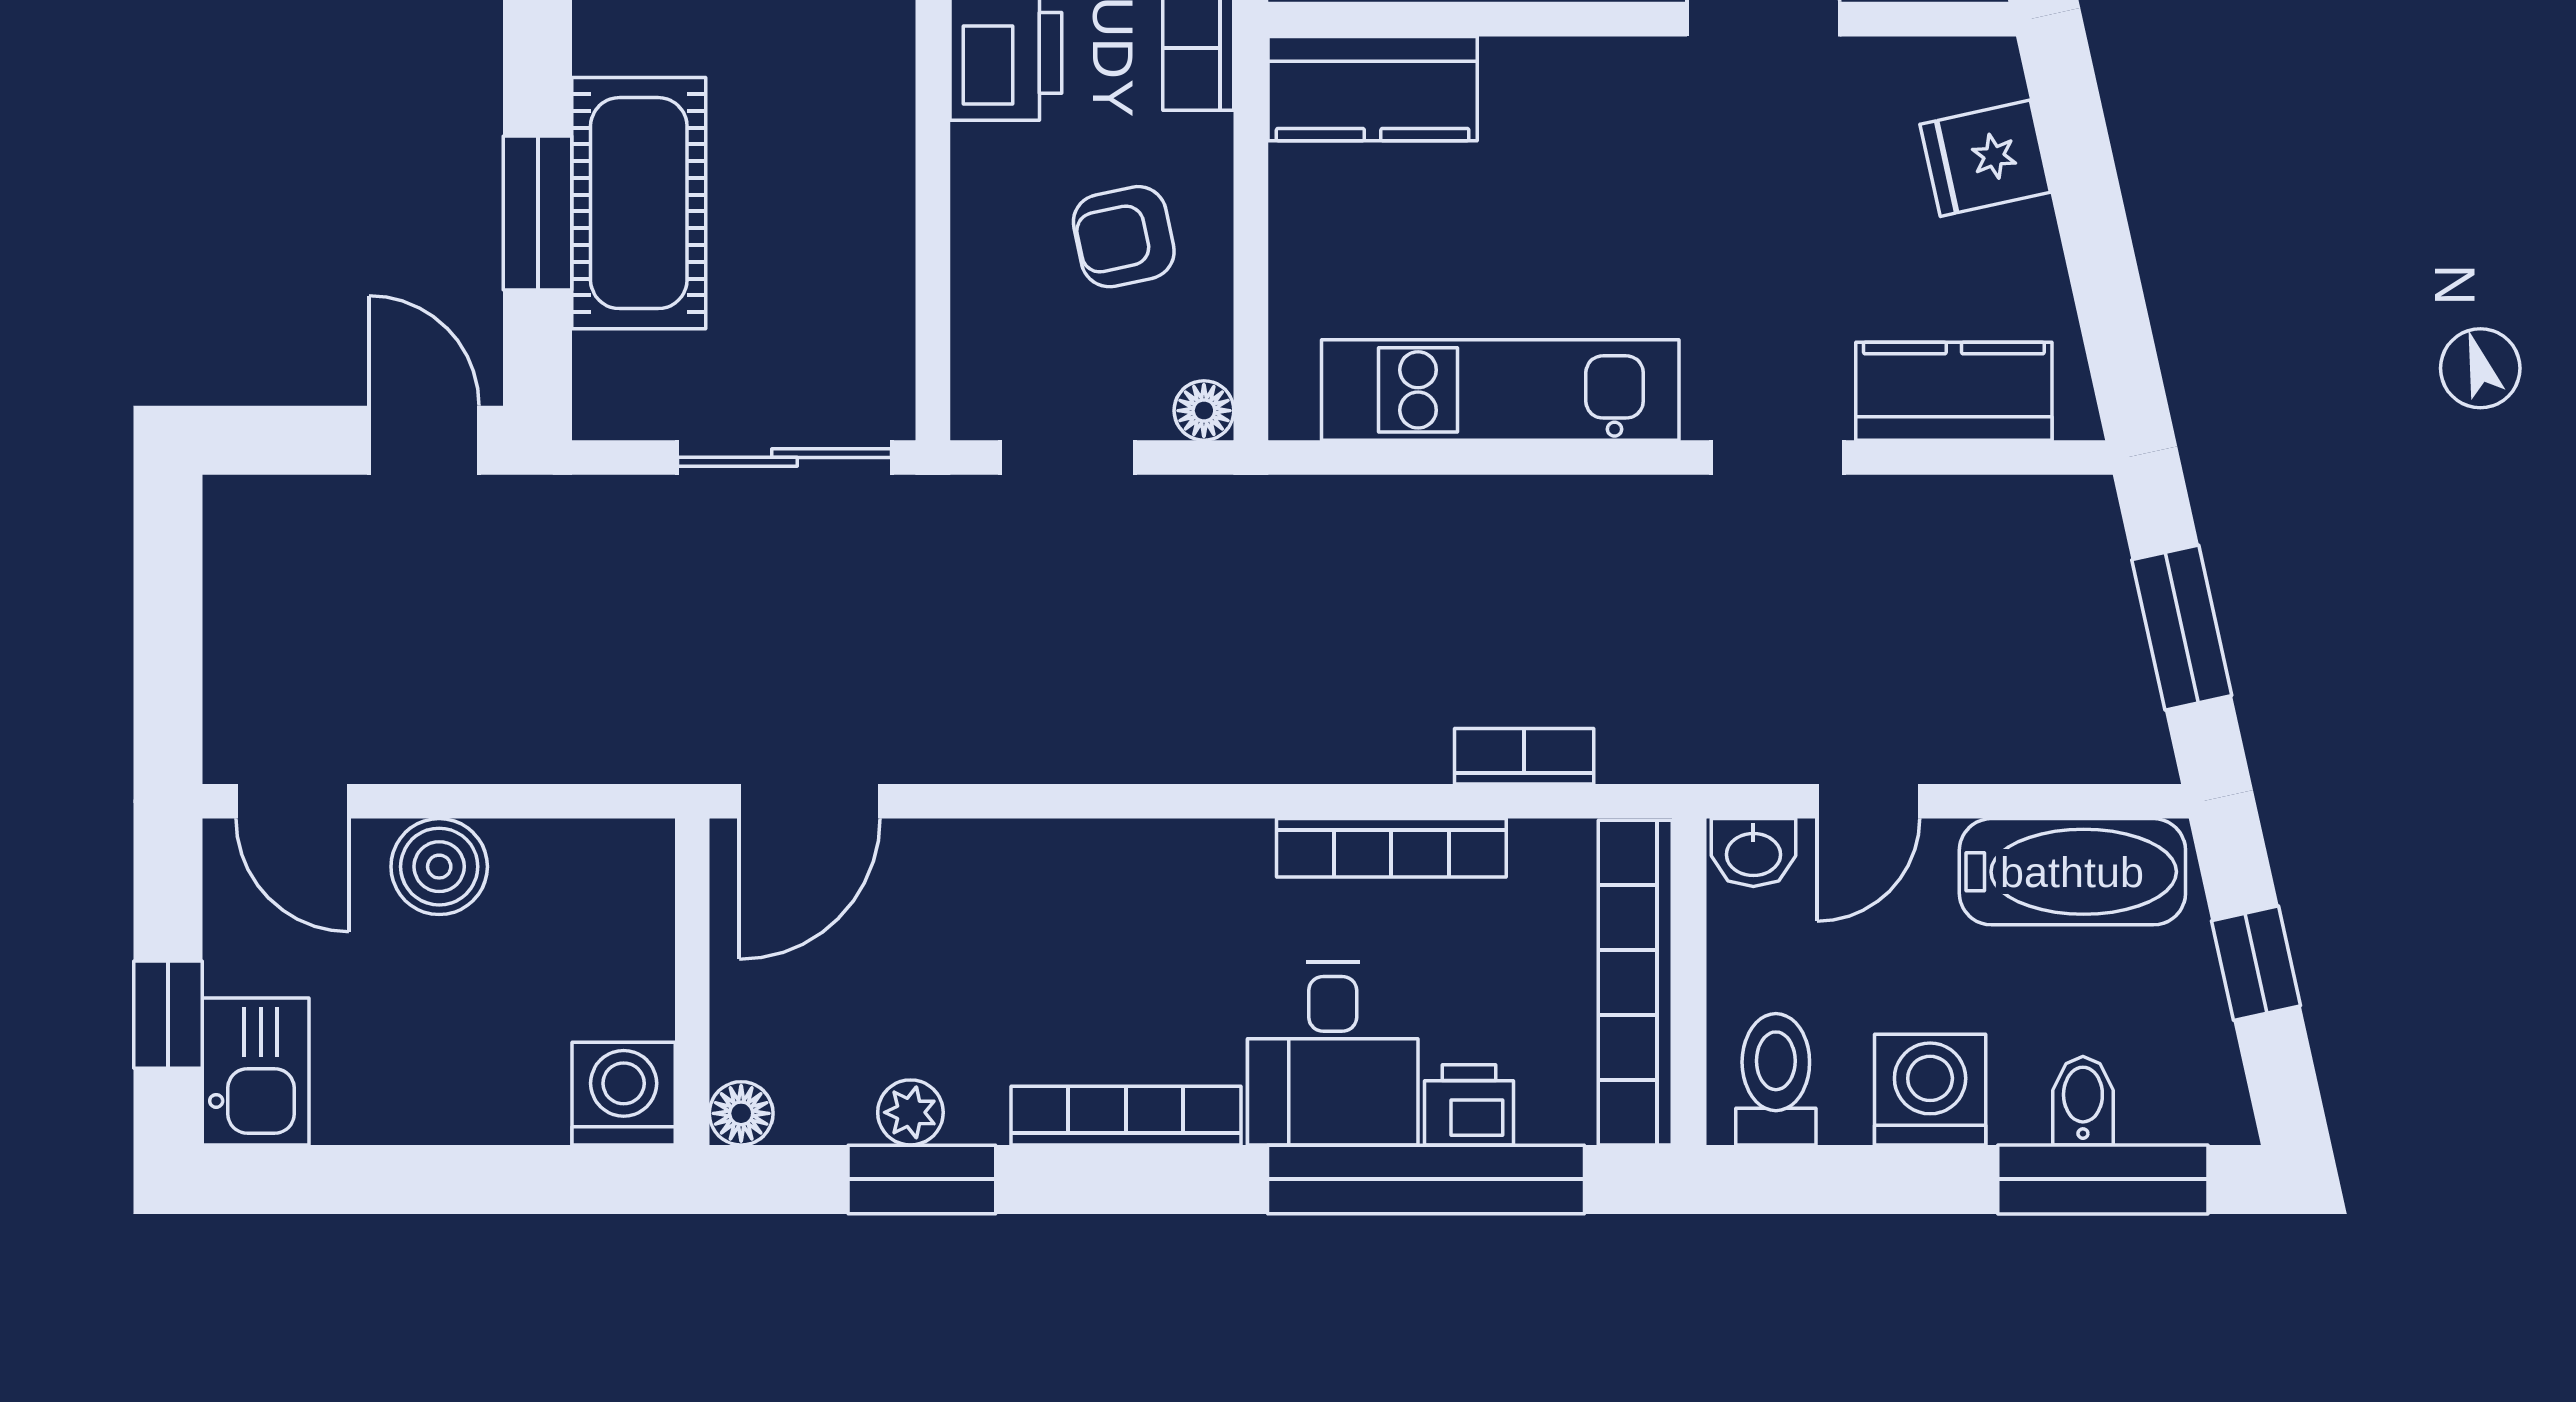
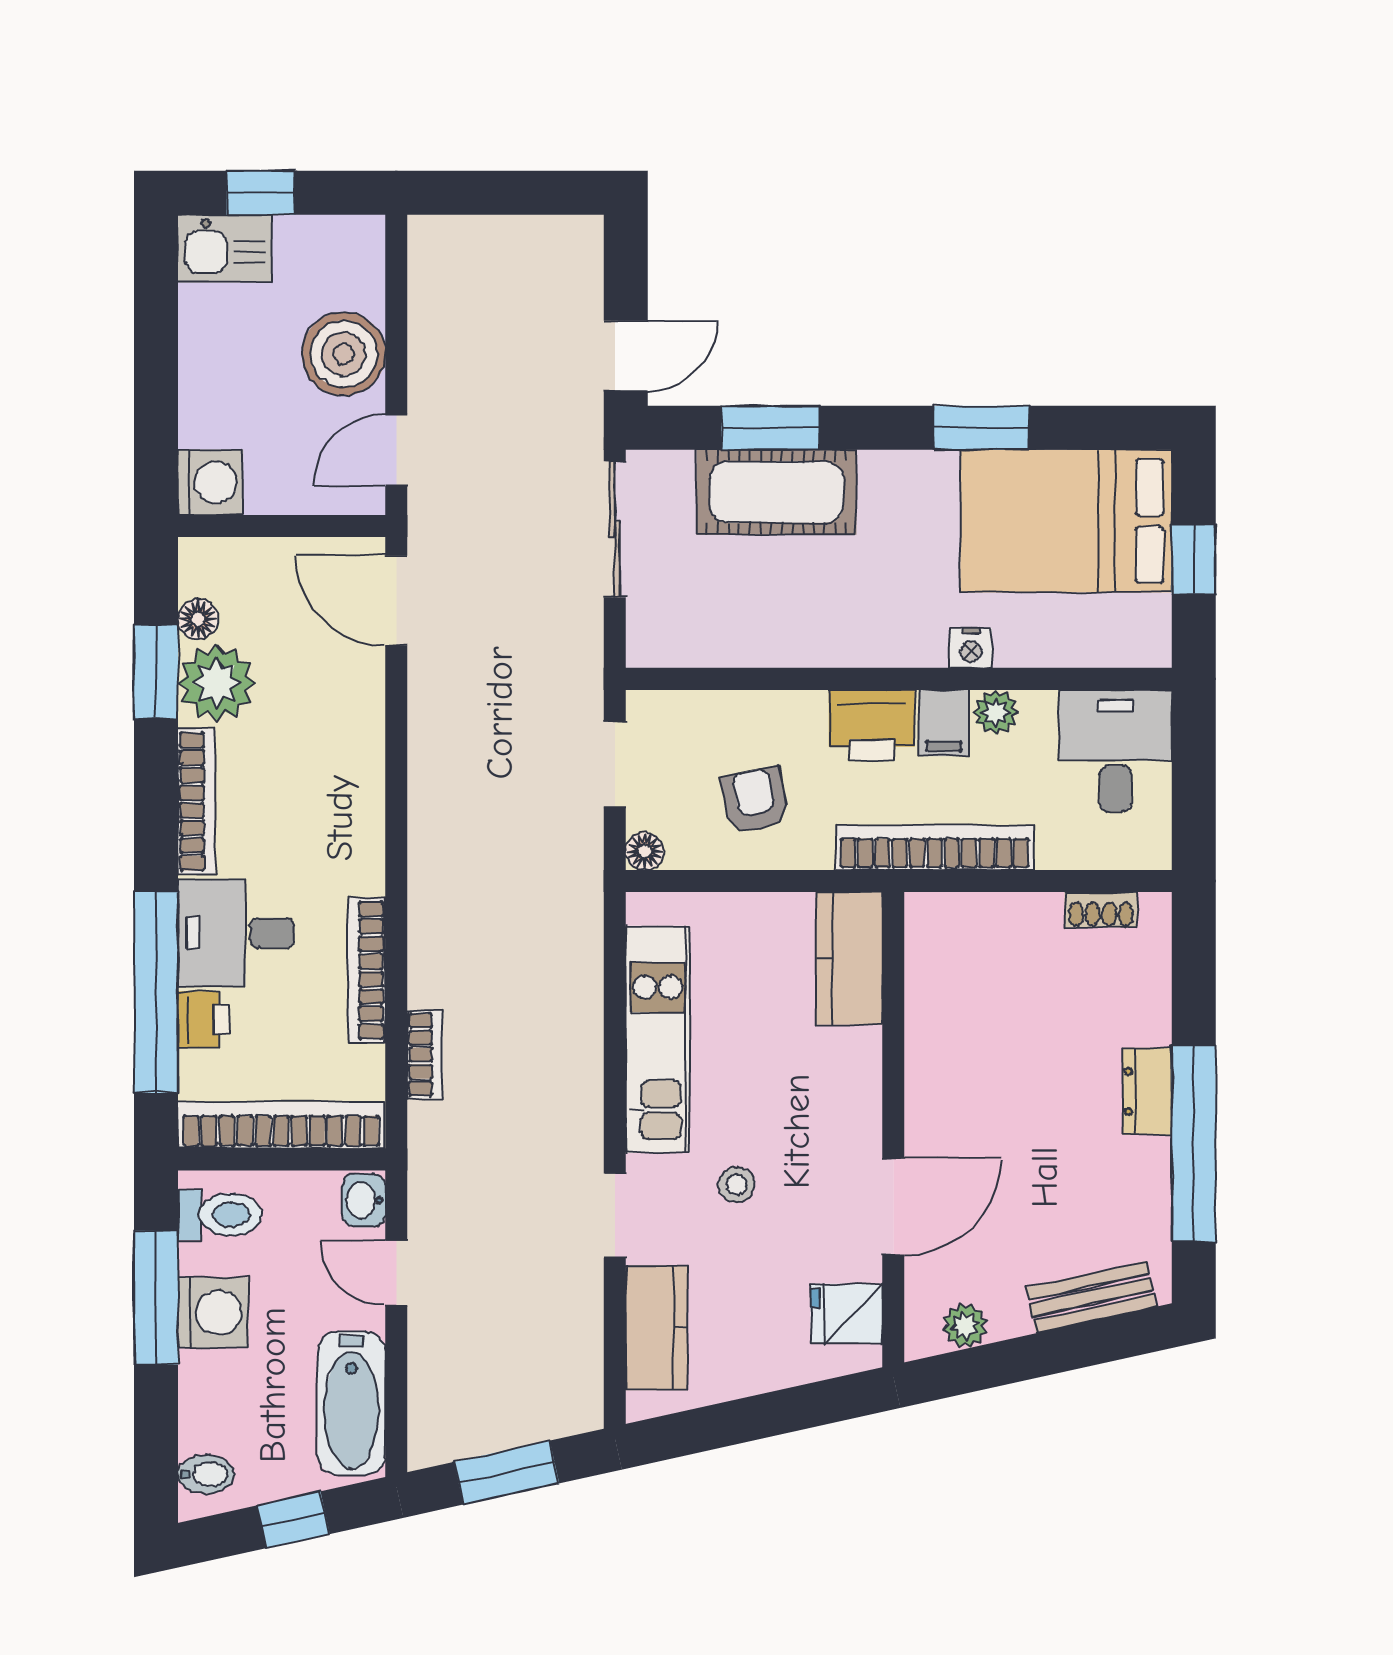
fridge: (1985, 158) -> (847, 1314), moved, turned -78
stool: (1729, 266) -> (736, 1185), added
sliding door: (784, 457) -> (615, 529), moved
door: (292, 801) -> (396, 450), moved
boiler: (439, 867) -> (344, 354), width x1.37, depth x1.37
bidet: (2083, 1101) -> (206, 1474), moved
plant: (910, 1112) -> (217, 683), width x1.87, depth x1.87
floor lamp: (741, 1113) -> (198, 619), moved
window: (2103, 1179) -> (156, 1298), moved

